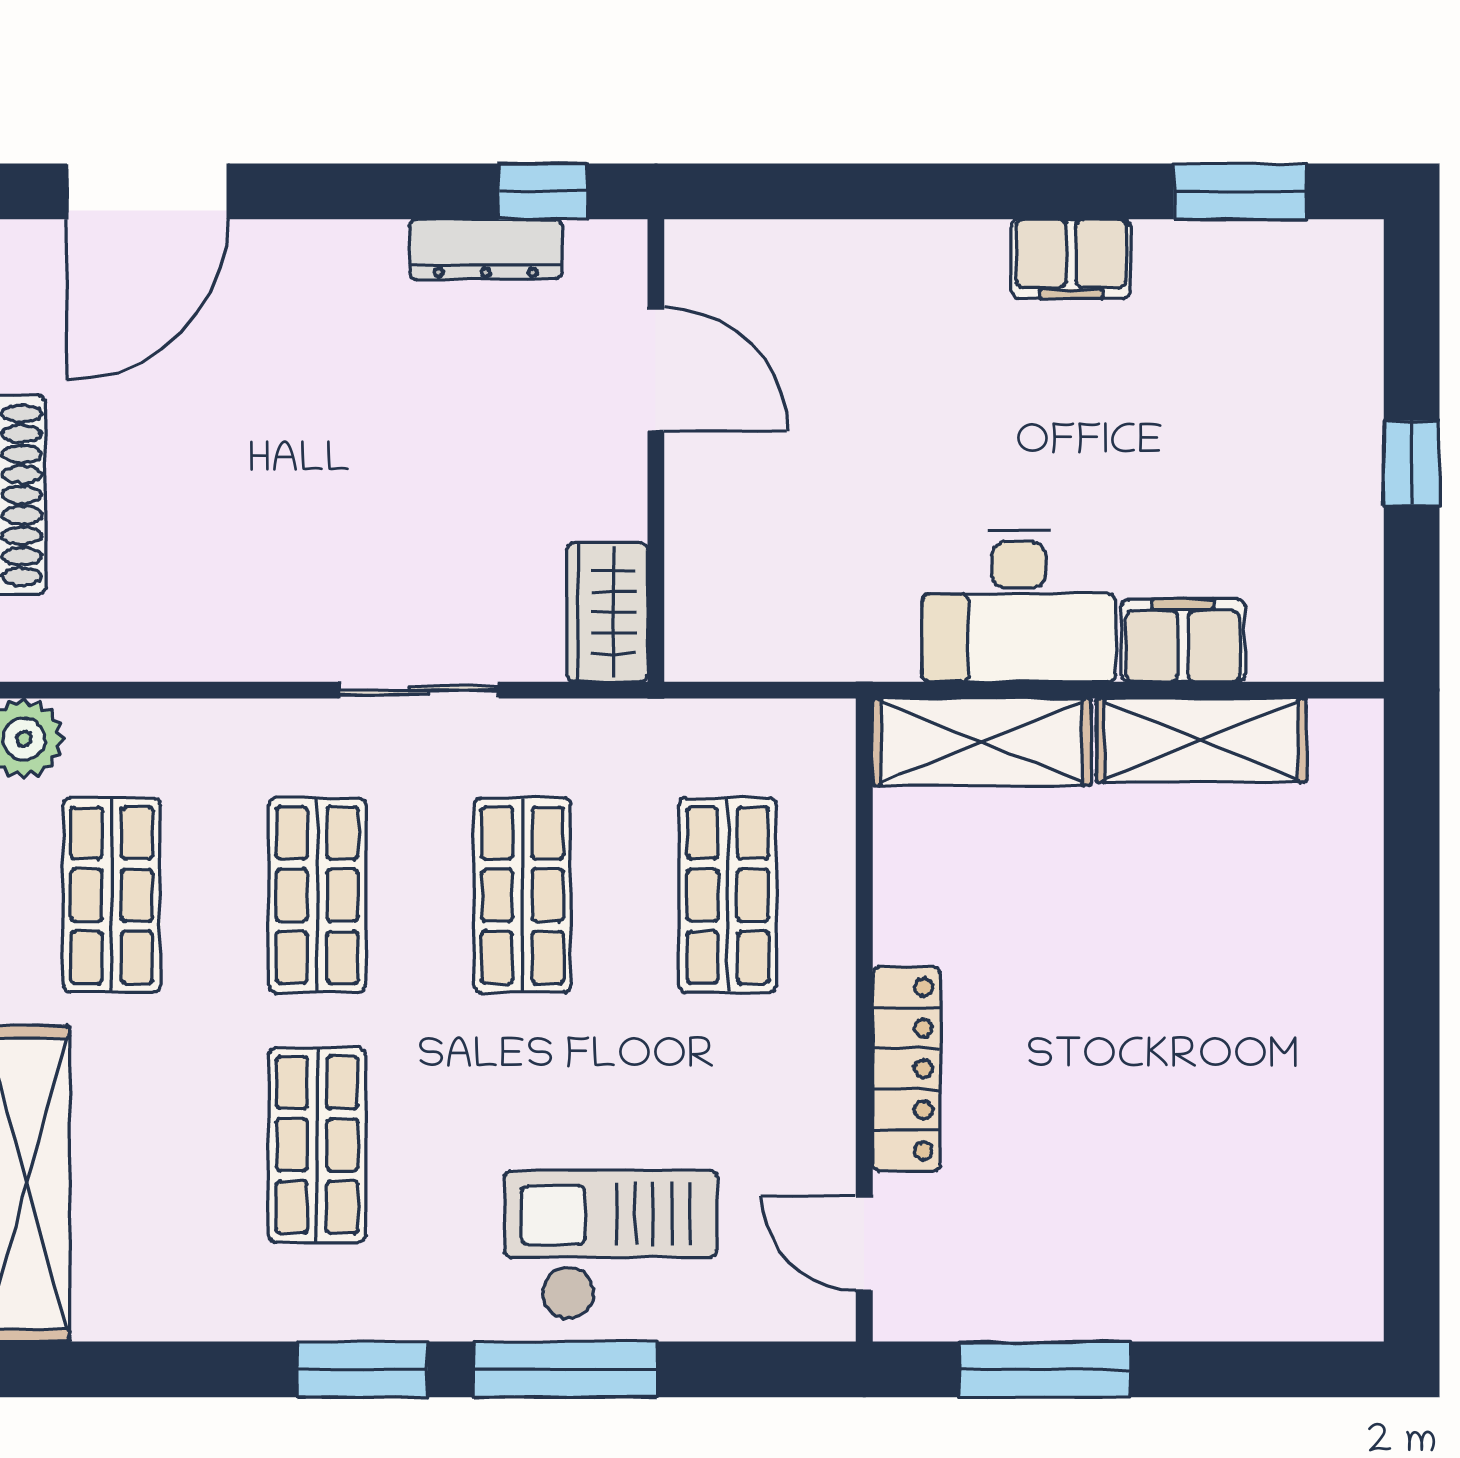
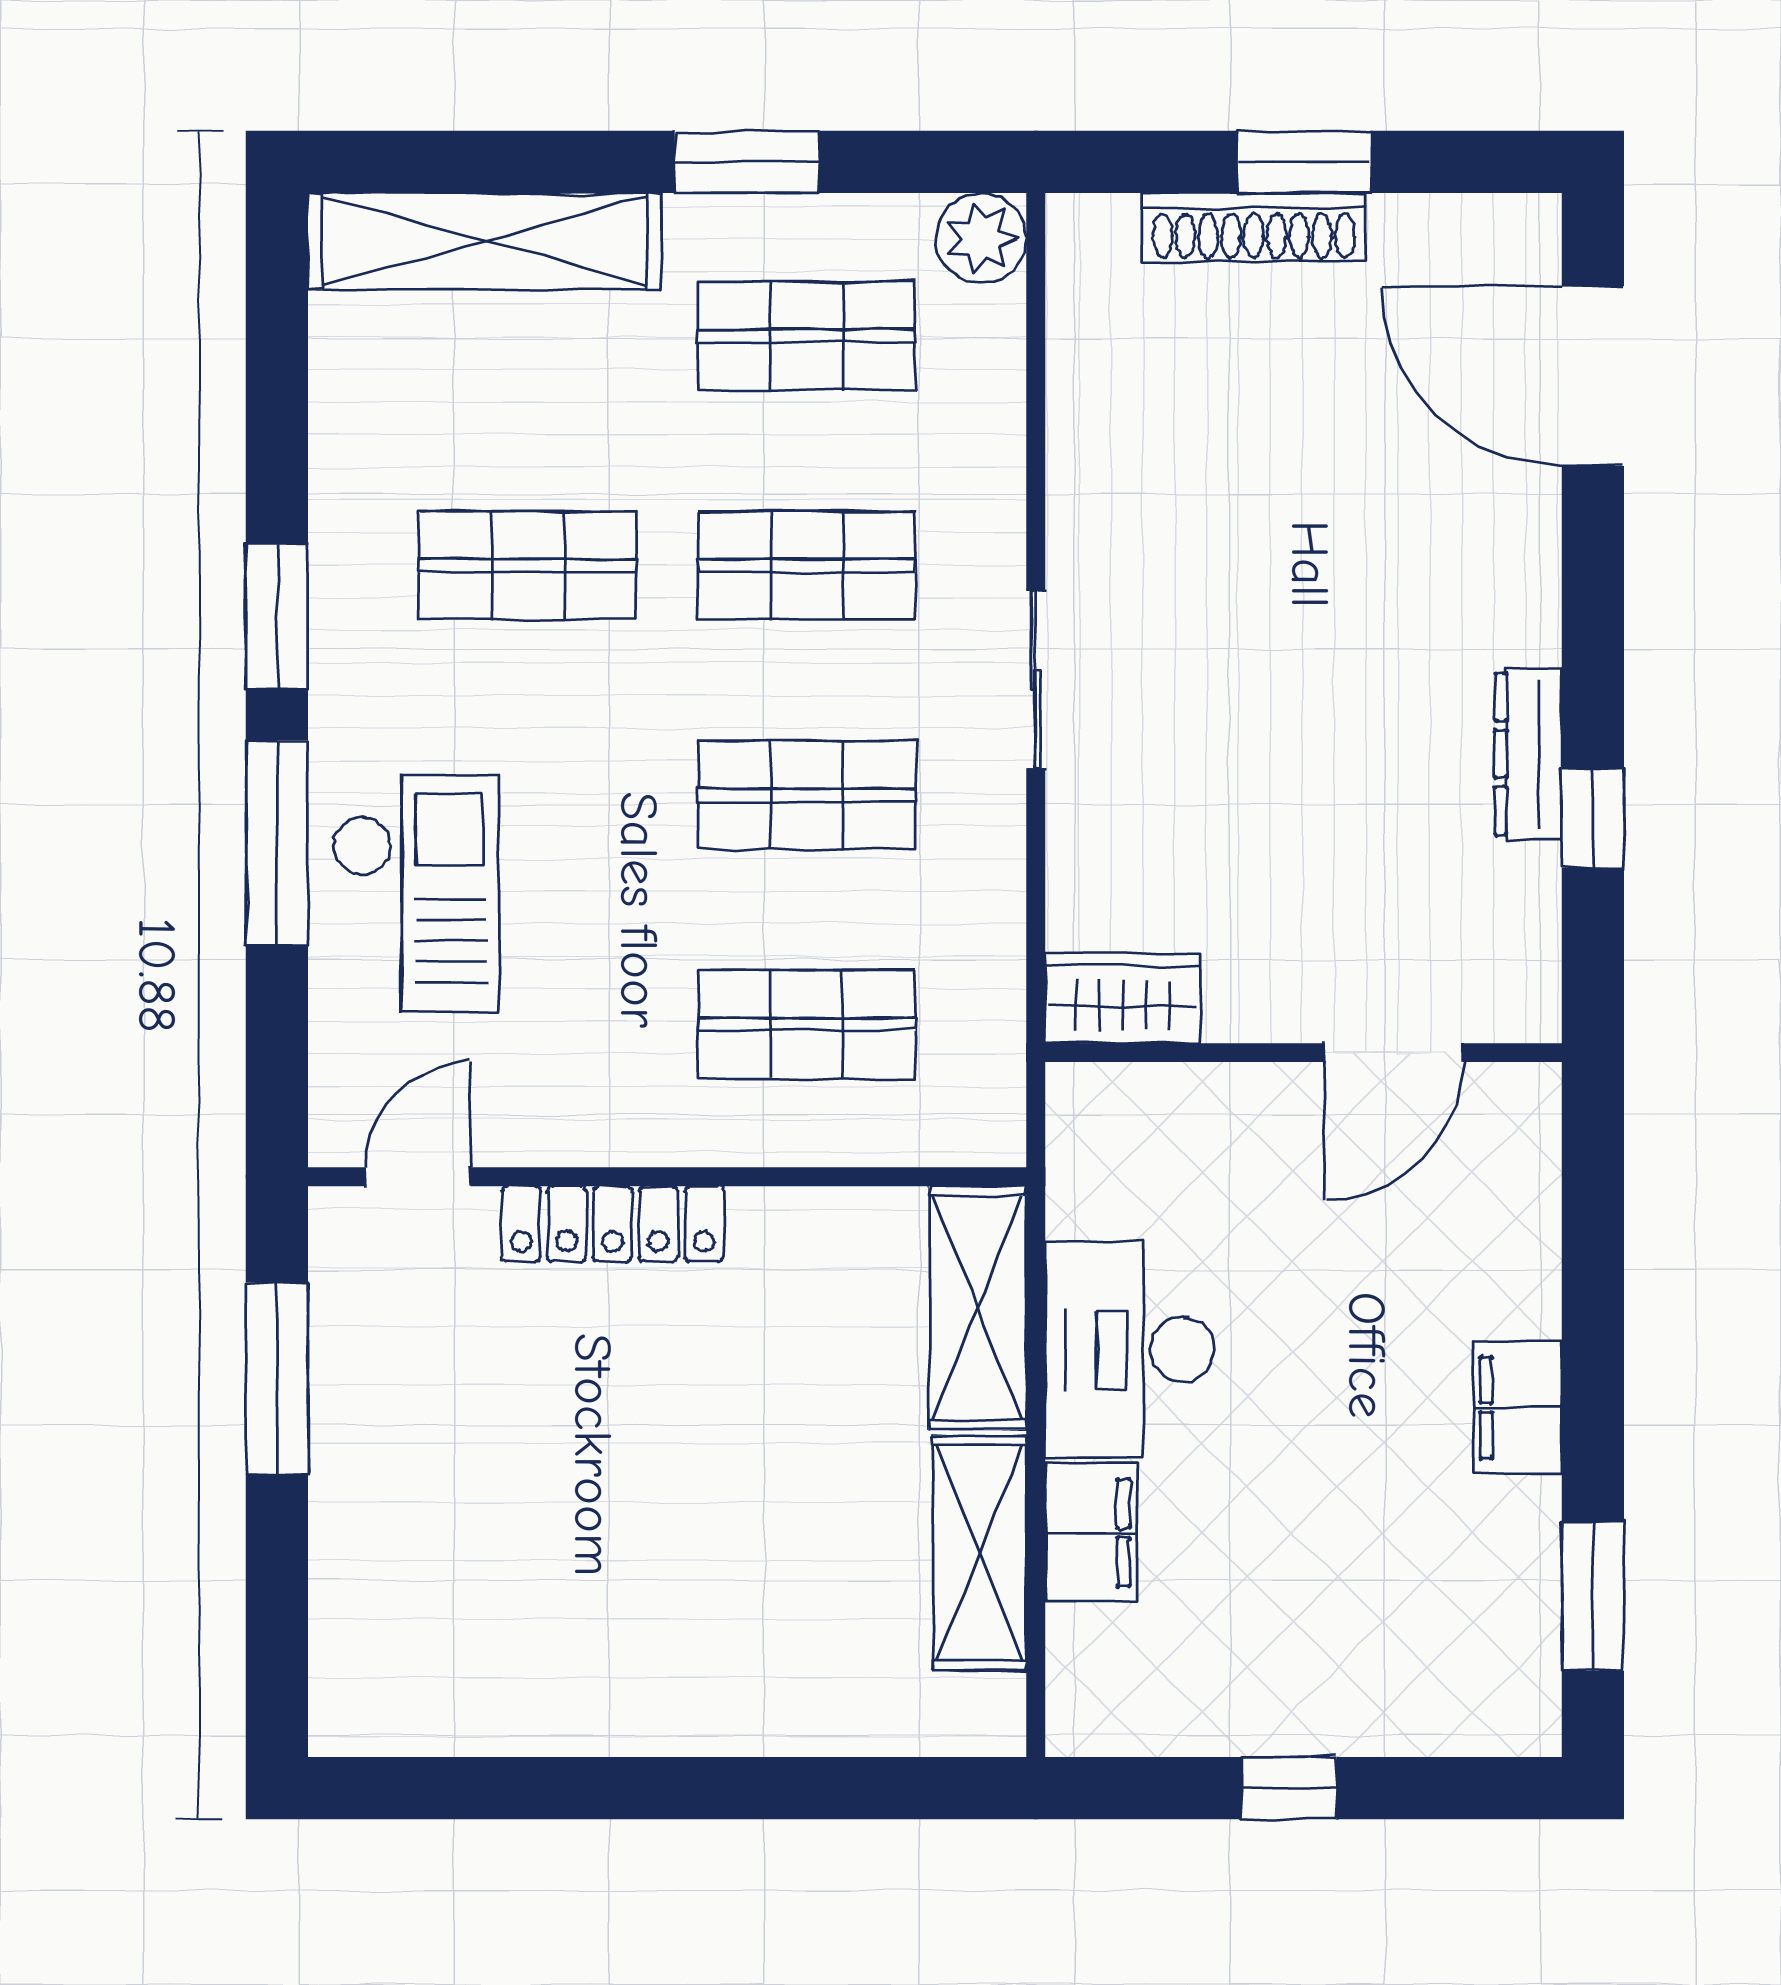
door: (656, 370) -> (1394, 1053), moved
wall: (656, 450) -> (1303, 1053), moved
wardrobe: (607, 612) -> (1123, 998), moved

